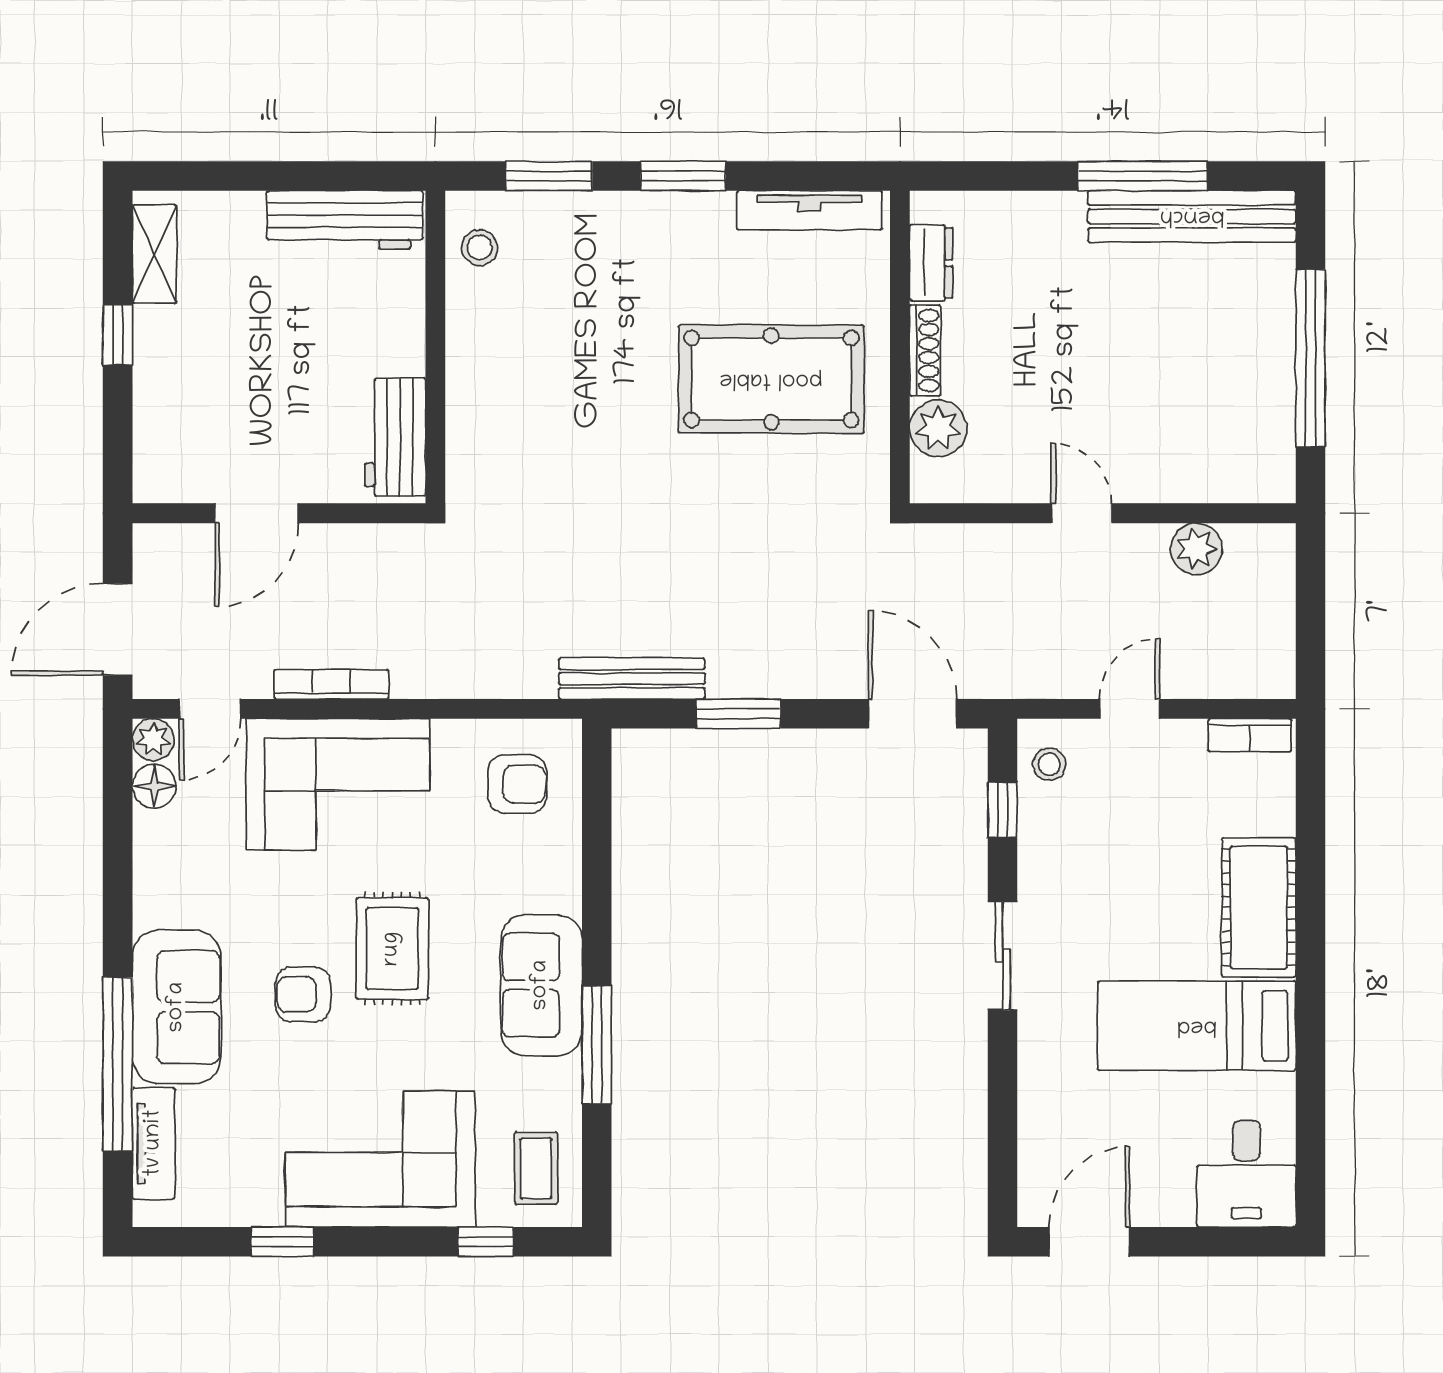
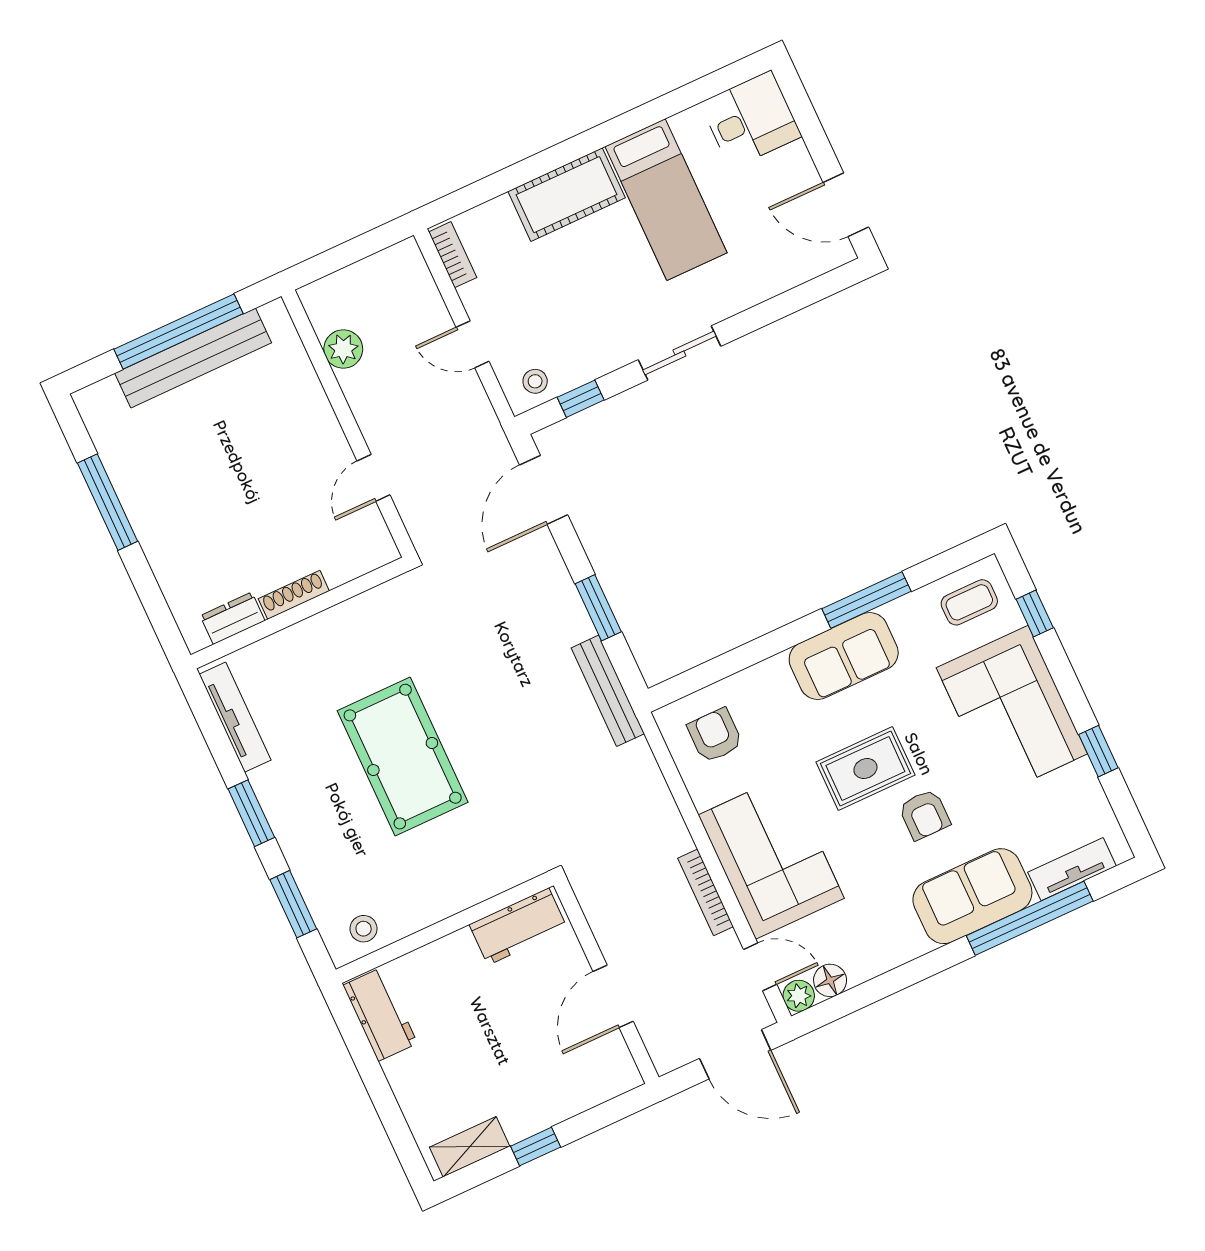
bench: (1192, 216) -> (193, 358), moved, turned 90
workbench: (345, 220) -> (380, 1014), width x0.73
pool table: (771, 379) -> (403, 757), moved
plant: (938, 428) -> (342, 562), removed
door: (257, 513) -> (613, 996), swing flipped
door: (1081, 513) -> (374, 478), moved

